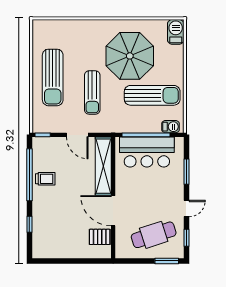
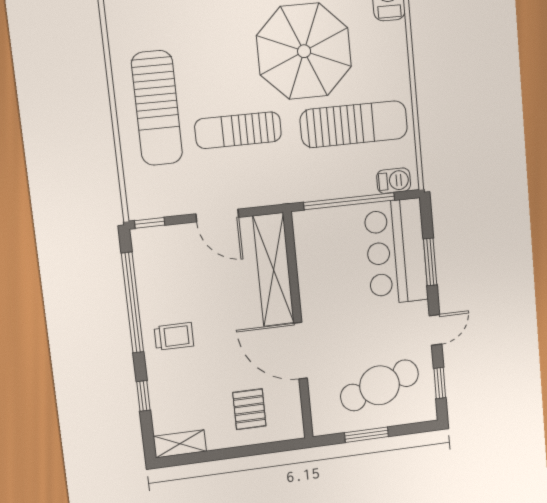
sun lounger: (92, 93) -> (238, 130), turned 90
bar counter: (147, 152) -> (396, 252), moved, turned 90
trolley: (45, 179) -> (174, 336), moved
pallet: (100, 237) -> (249, 409), moved, turned 90
shelving: (45, 252) -> (180, 444), added
window: (167, 261) -> (366, 435), moved

